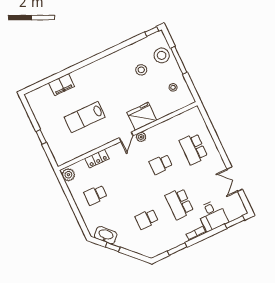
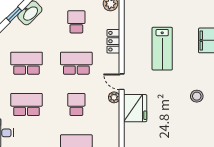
stool: (141, 70) -> (197, 96), moved
lab bench: (85, 117) -> (162, 49), turned 180
school desk: (128, 180) -> (76, 63), added
school desk: (147, 219) -> (27, 63), width x1.85

